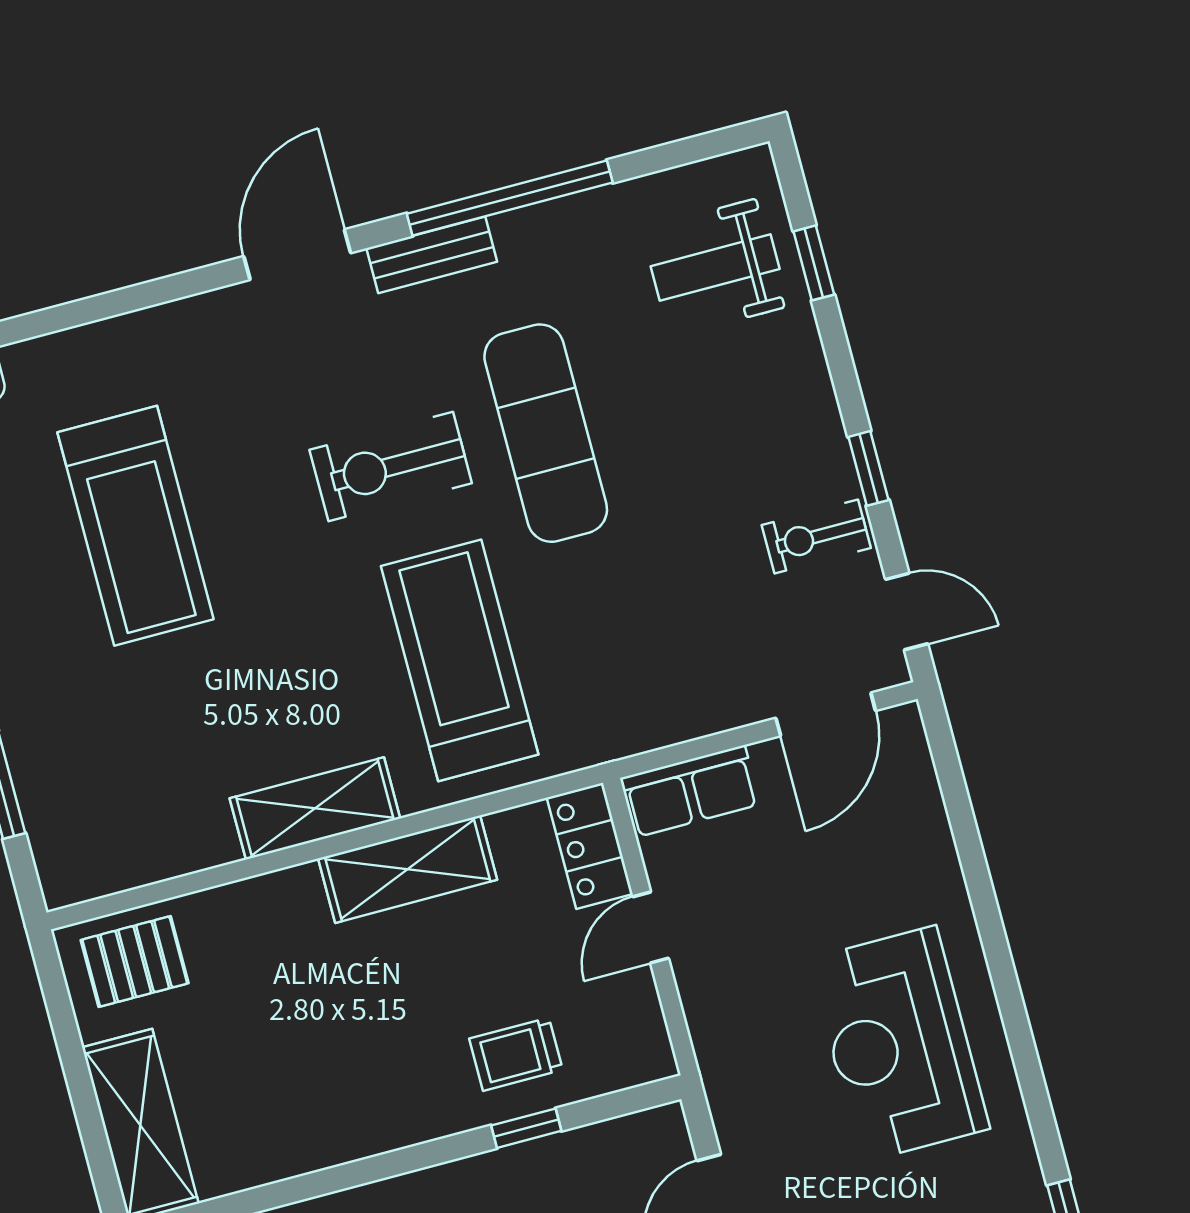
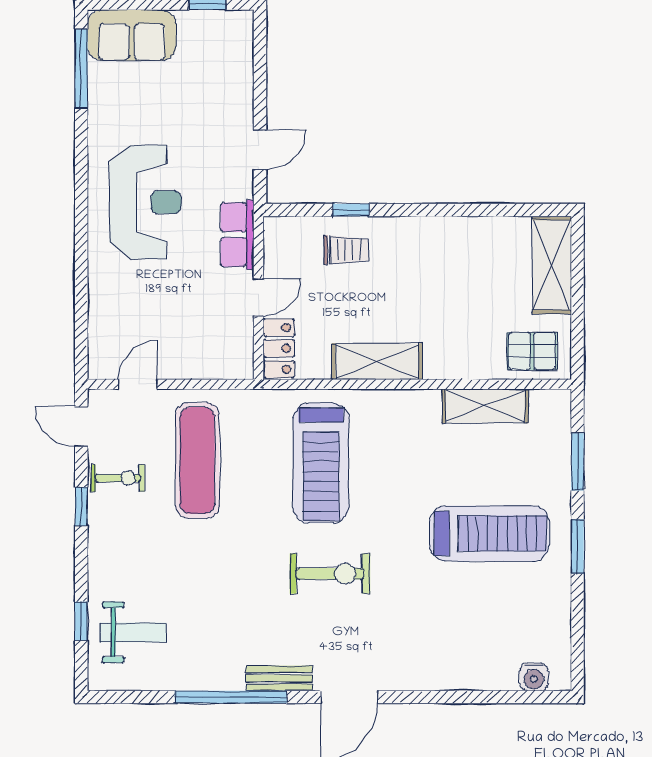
exercise mat: (546, 433) -> (197, 461), moved
treadmill: (136, 526) -> (489, 533), moved, turned 90
door: (826, 714) -> (138, 384), width x0.73
row of seats: (690, 791) -> (237, 235), moved, turned -90
shelving: (315, 808) -> (485, 406), moved

